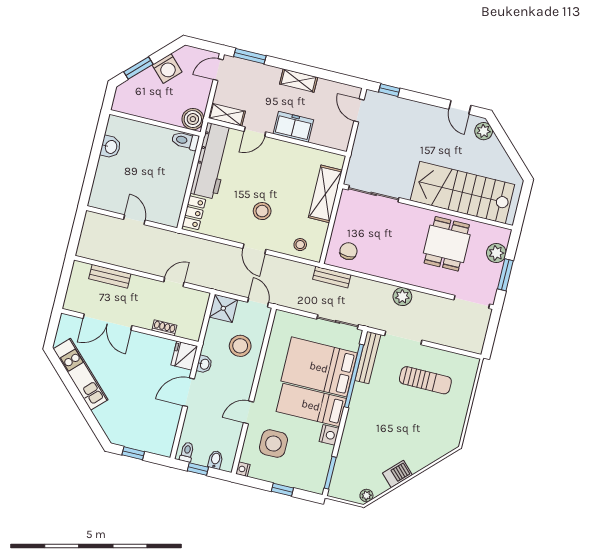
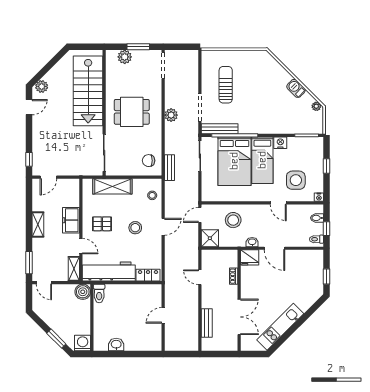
washing machine: (167, 68) -> (83, 343), moved, turned -45
pallet: (278, 167) -> (102, 224), added
dining table: (447, 244) -> (132, 112), moved

